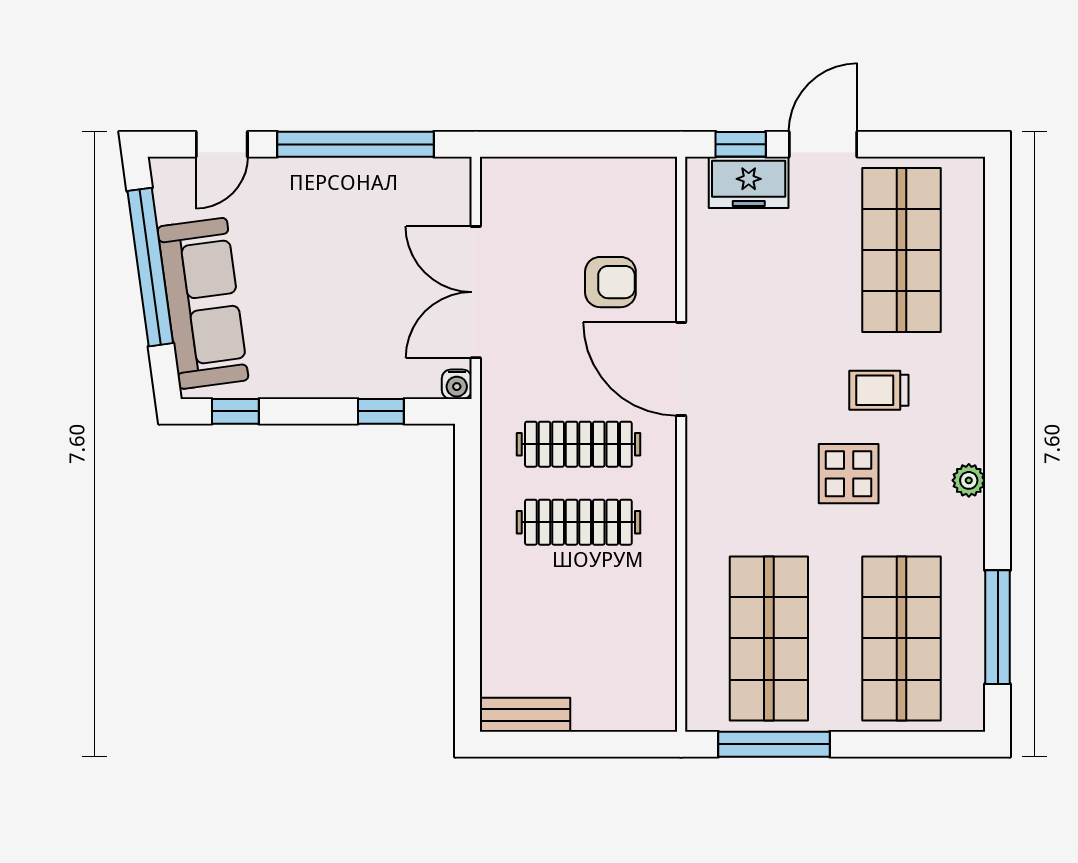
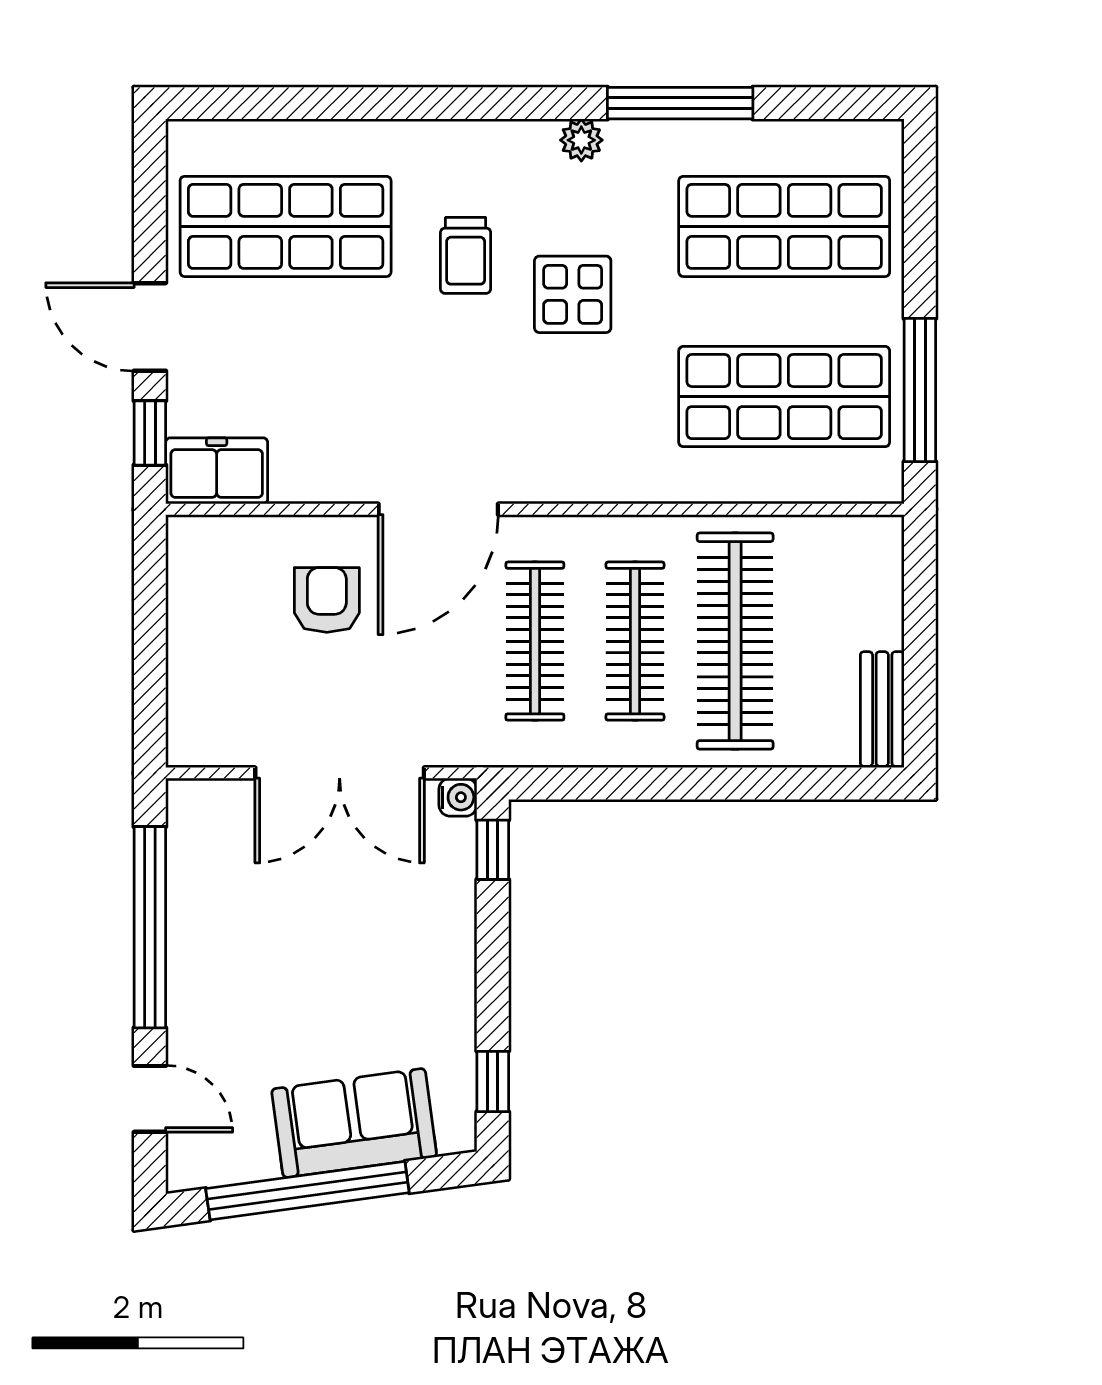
freezer: (749, 182) -> (217, 471), moved, turned -90
sofa: (203, 303) -> (354, 1123), width x0.73
window: (381, 411) -> (493, 850), moved
clothes rail: (578, 600) -> (735, 641), added
window: (998, 627) -> (680, 103), moved

